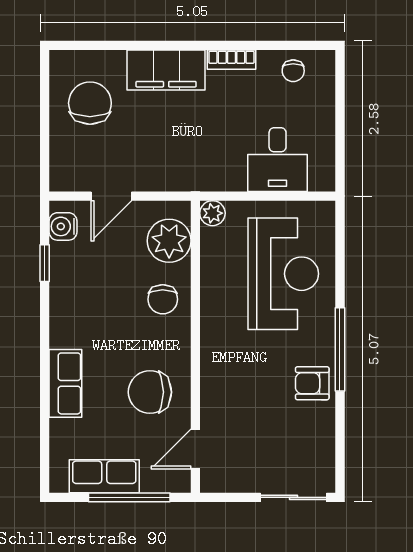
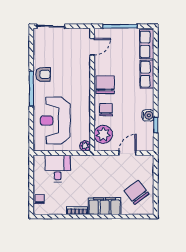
chair: (293, 71) -> (40, 199), moved
chair: (90, 103) -> (137, 192), turned 142
water cooler: (63, 226) -> (148, 115), moved
chair: (150, 392) -> (105, 85), moved, turned -90
row of seats: (104, 476) -> (147, 44), moved, turned 90

